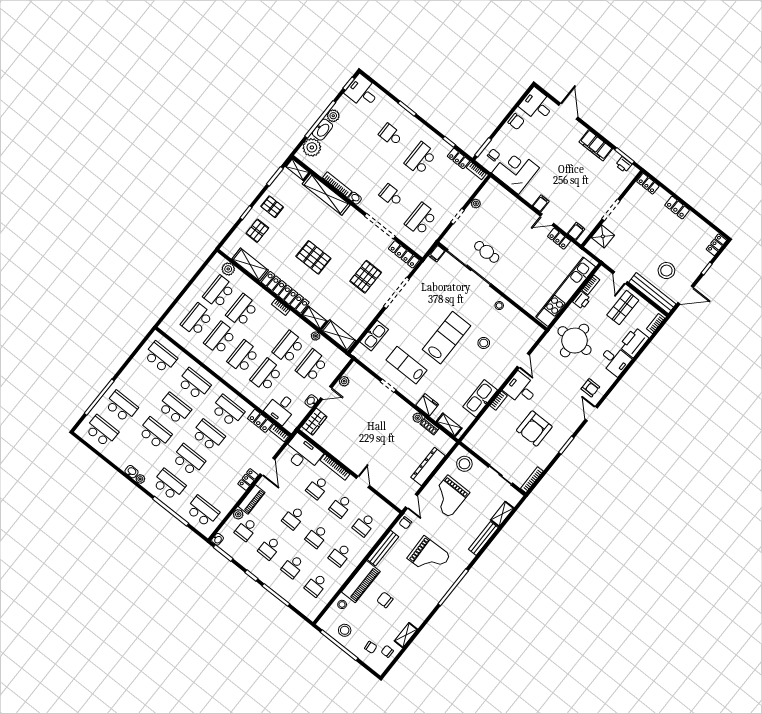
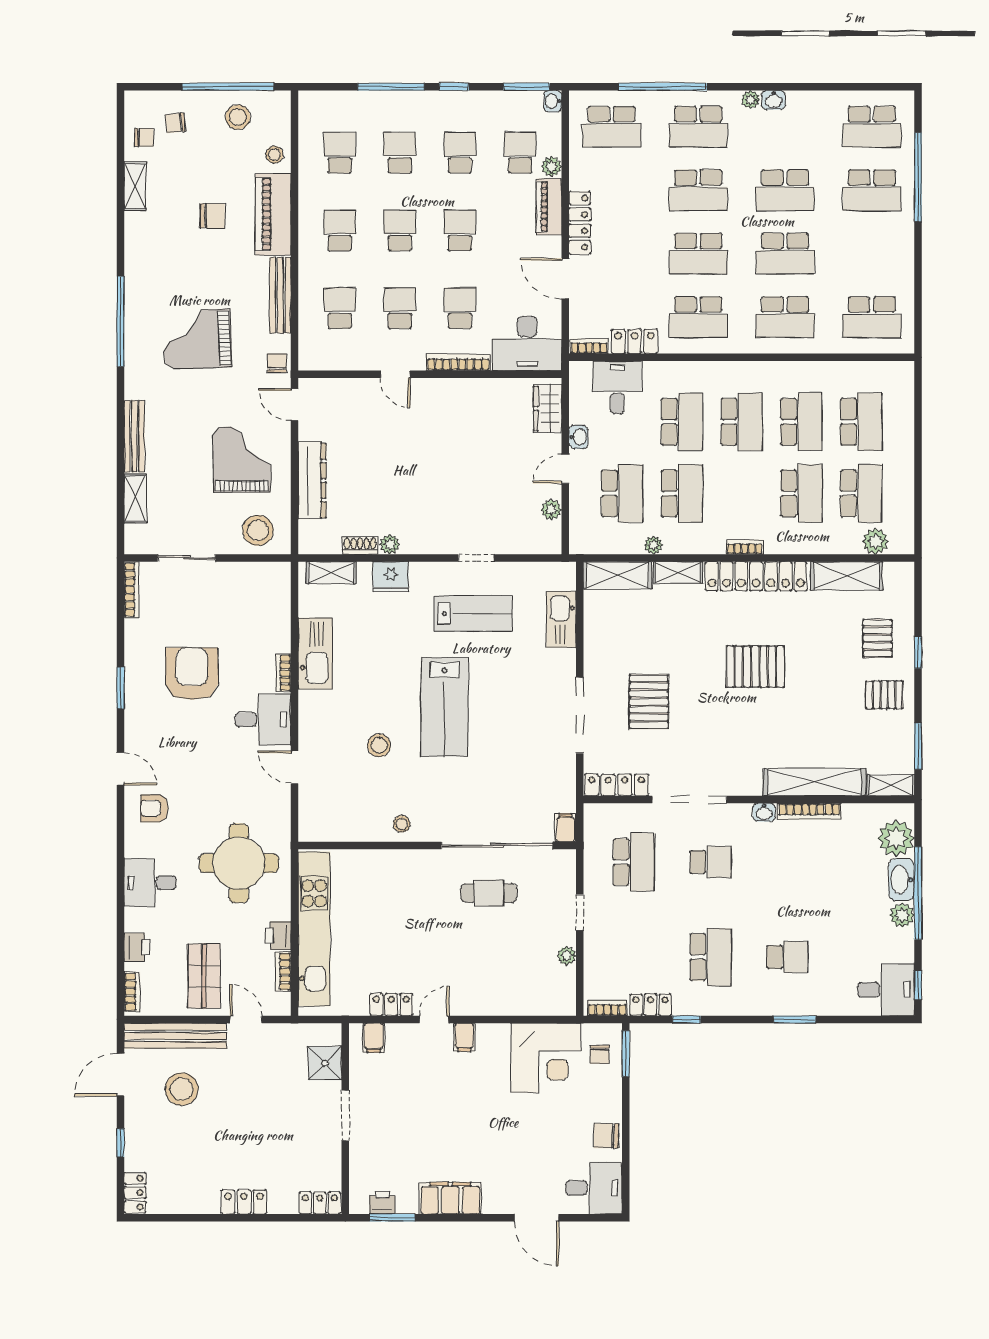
printer: (634, 342) -> (137, 947), width x0.53, depth x0.68
locker: (248, 479) -> (580, 223), width x1.53

